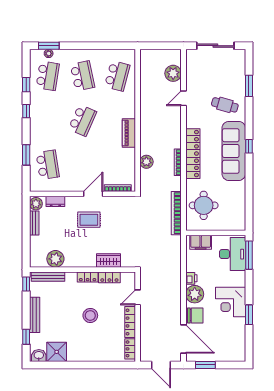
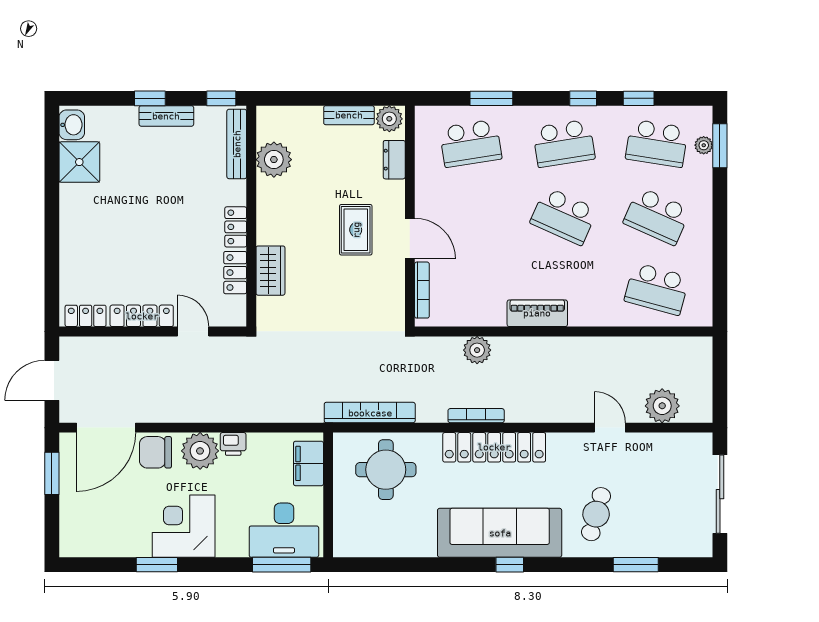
school desk: (82, 76) -> (657, 216), turned 36
school desk: (48, 120) -> (564, 143), added
bench: (35, 315) -> (166, 116), width x0.73
stool: (90, 315) -> (155, 233), removed
chair: (195, 315) -> (155, 452), turned 90
window: (26, 337) -> (150, 98), moved

